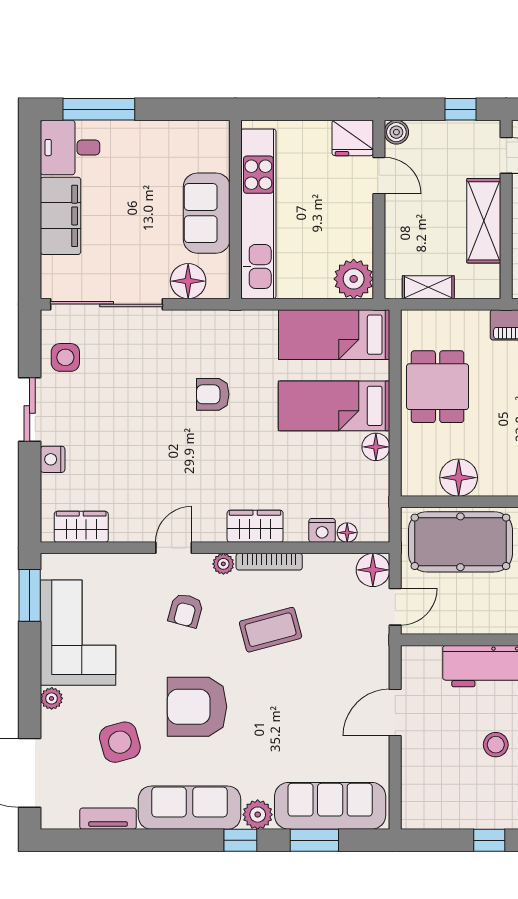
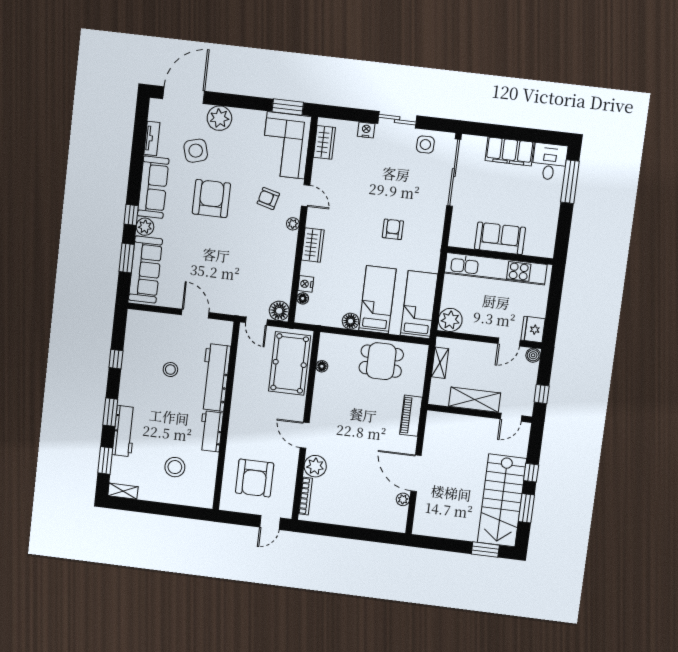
floor lamp: (188, 281) -> (461, 223), removed
floor lamp: (459, 478) -> (322, 366), width x0.53, depth x0.53
bookcase: (269, 562) -> (291, 251), removed
coffee table: (271, 630) -> (251, 247), removed
corner sofa: (78, 633) -> (286, 145), moved, turned 90
plant: (52, 698) -> (219, 118), width x1.88, depth x1.88

